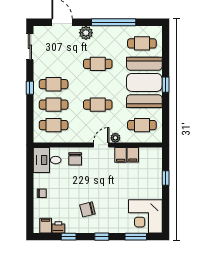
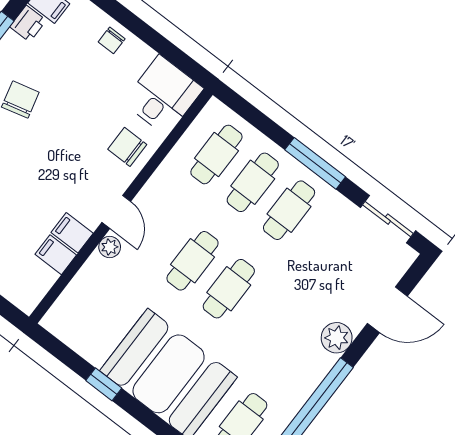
cafe table: (98, 64) -> (229, 289), moved
window: (166, 85) -> (104, 384), moved
window: (30, 88) -> (315, 163), width x2.17
cafe table: (142, 125) -> (96, 311), removed

